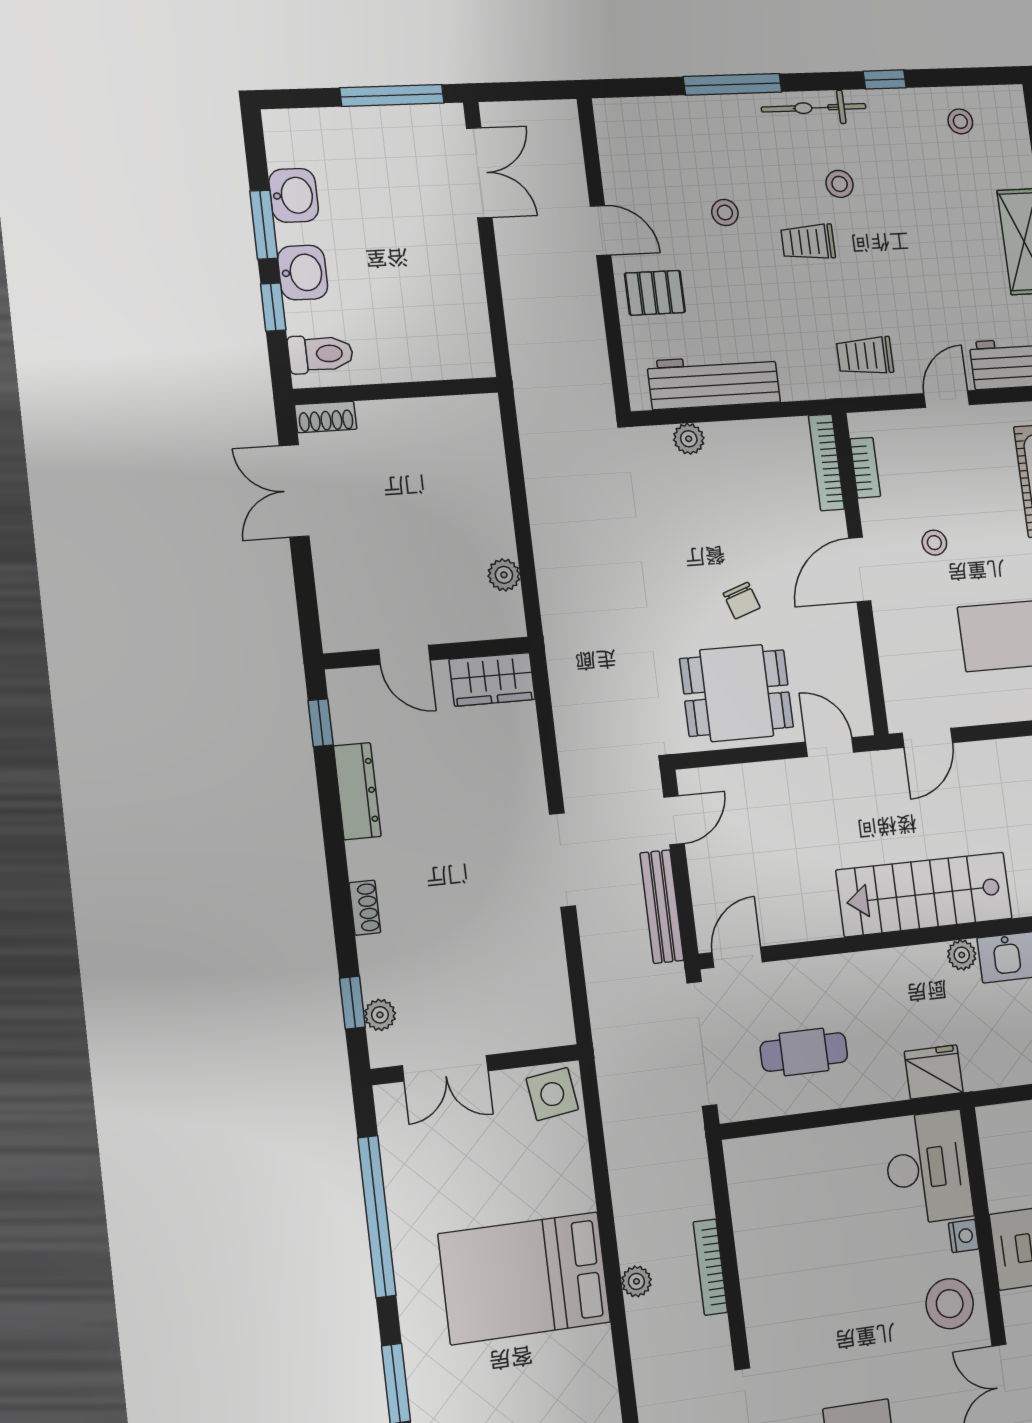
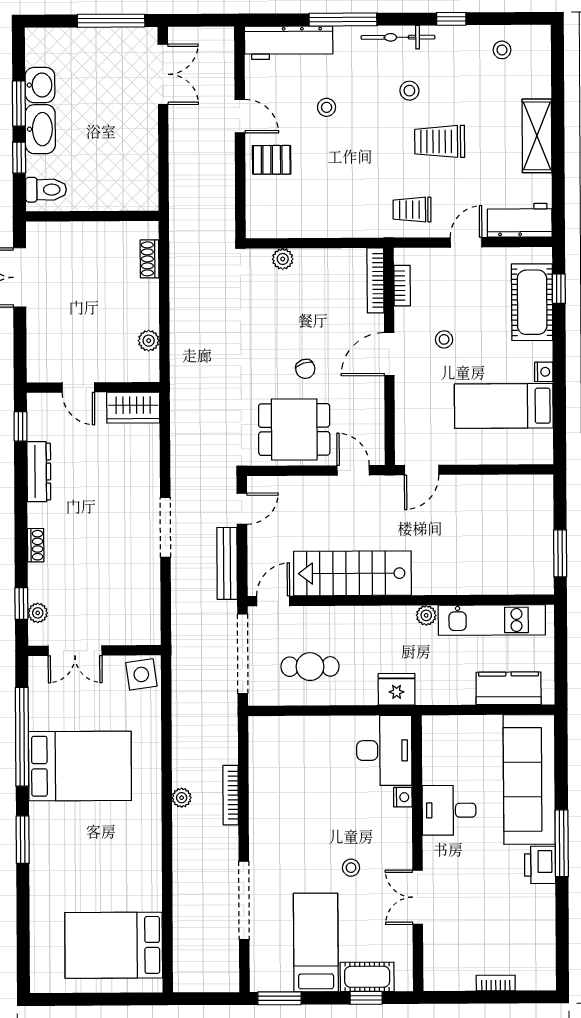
trolley: (808, 242) -> (440, 141), moved, width x1.36, depth x1.39
washbasin: (303, 273) -> (40, 129), width x1.38
workbench: (714, 382) -> (289, 43), moved, turned 180
shoe rack: (326, 417) -> (150, 259), moved, turned 90
stairs: (924, 894) -> (352, 573), moved
bed: (524, 1278) -> (80, 766), moved, turned 180
stool: (950, 1304) -> (351, 868), moved, width x0.53, depth x0.53

